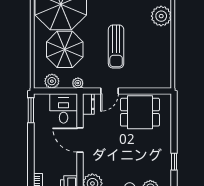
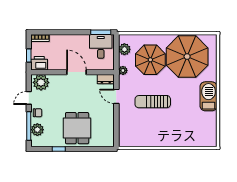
plant: (161, 16) -> (178, 139), removed
desk: (64, 108) -> (101, 46), moved, turned -90
dining table: (140, 112) -> (77, 128), moved
door: (80, 140) -> (76, 72), hinge flipped

